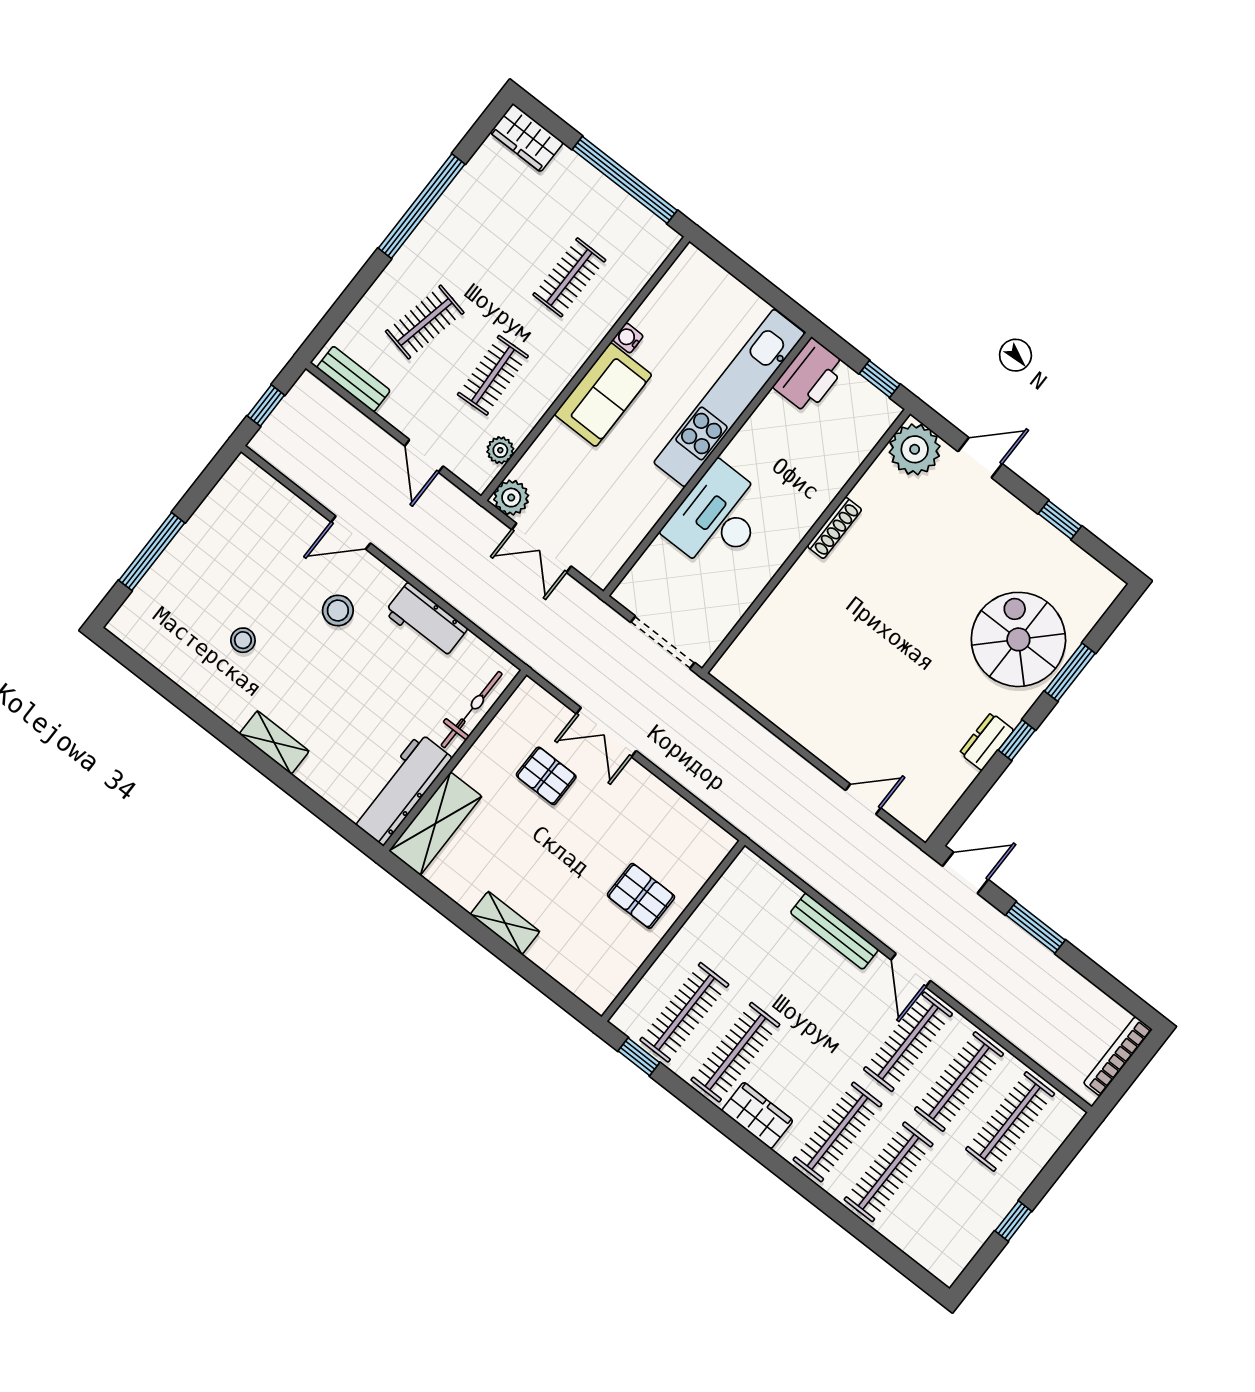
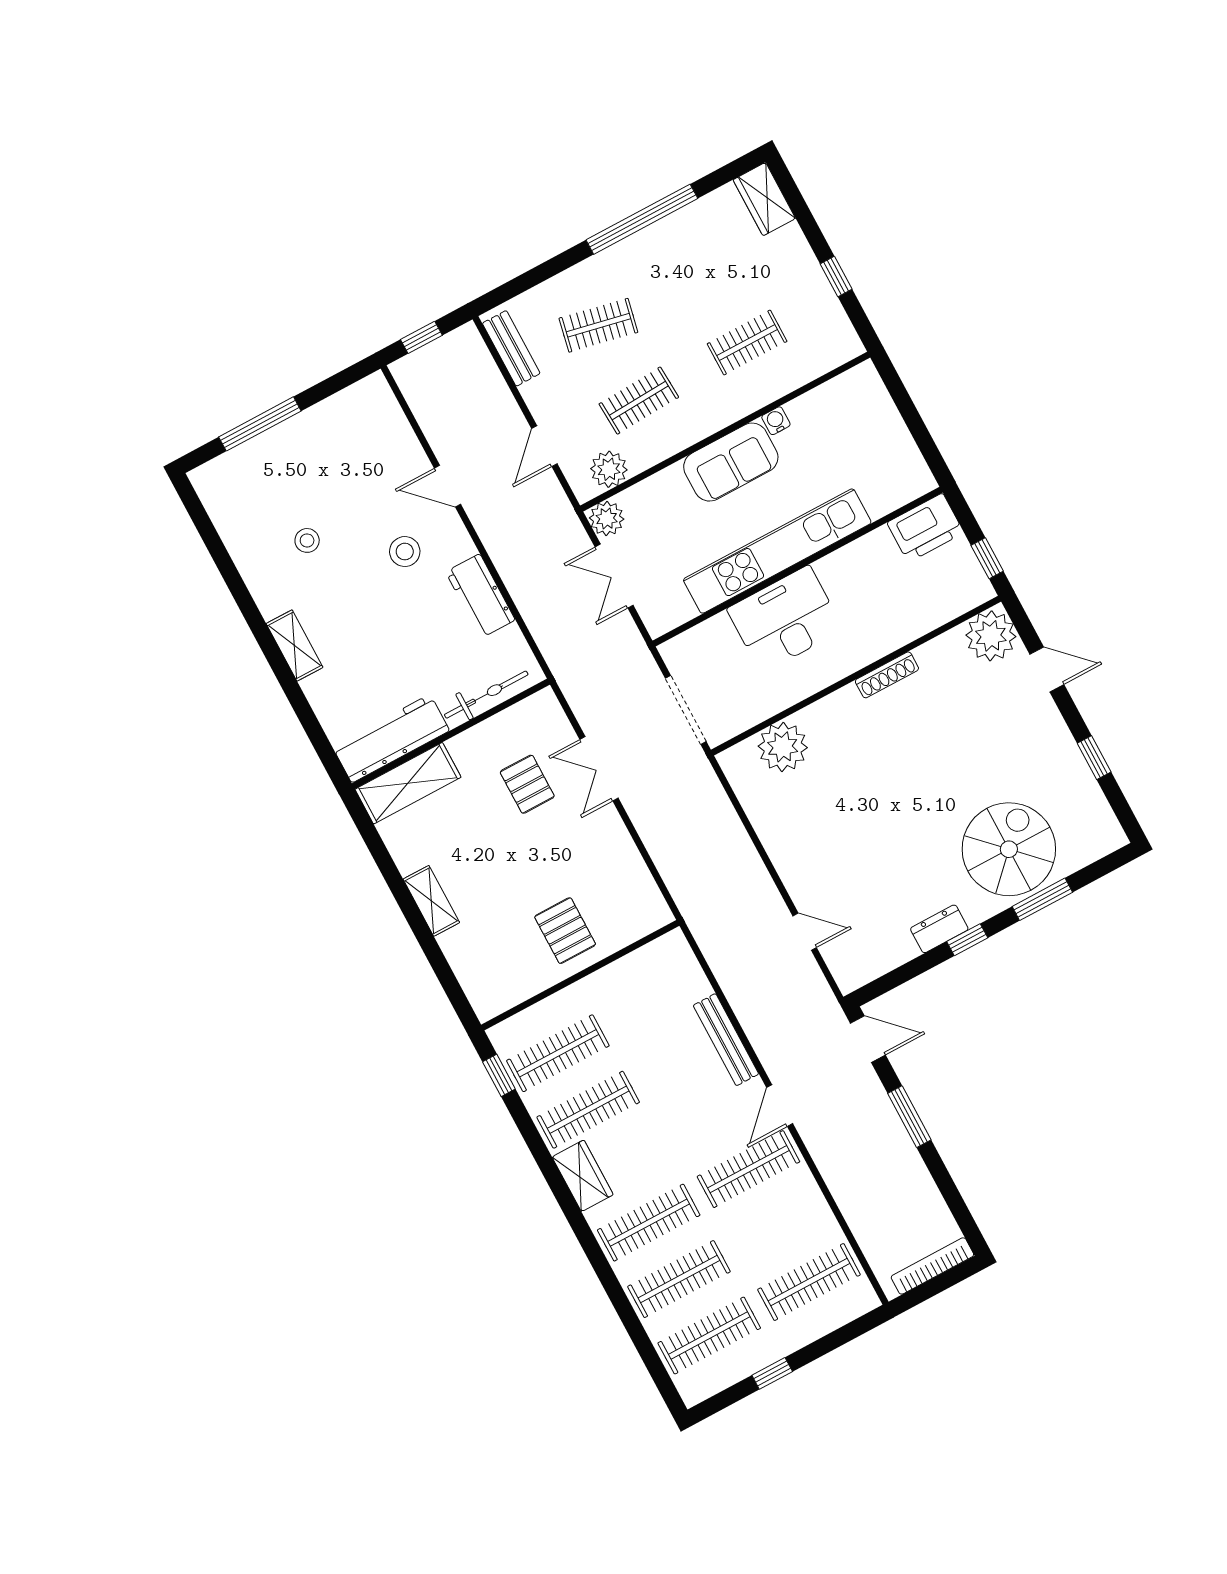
window: (625, 180) -> (836, 276), width x0.32
kitchen unit: (729, 398) -> (777, 551), moved
plant: (500, 450) -> (609, 469), width x1.38, depth x1.38
plant: (767, 637) -> (783, 747), added
clothes rail: (959, 1082) -> (709, 1336), moved

